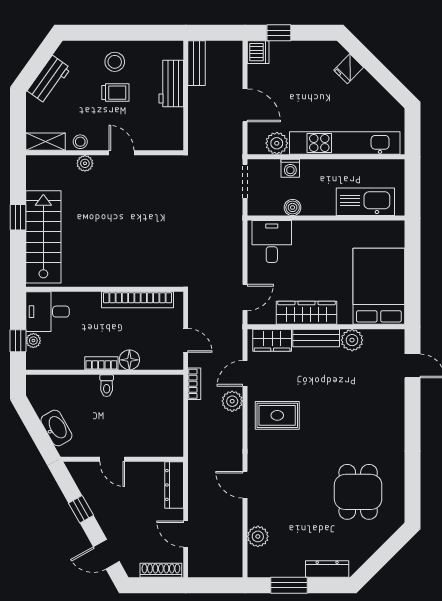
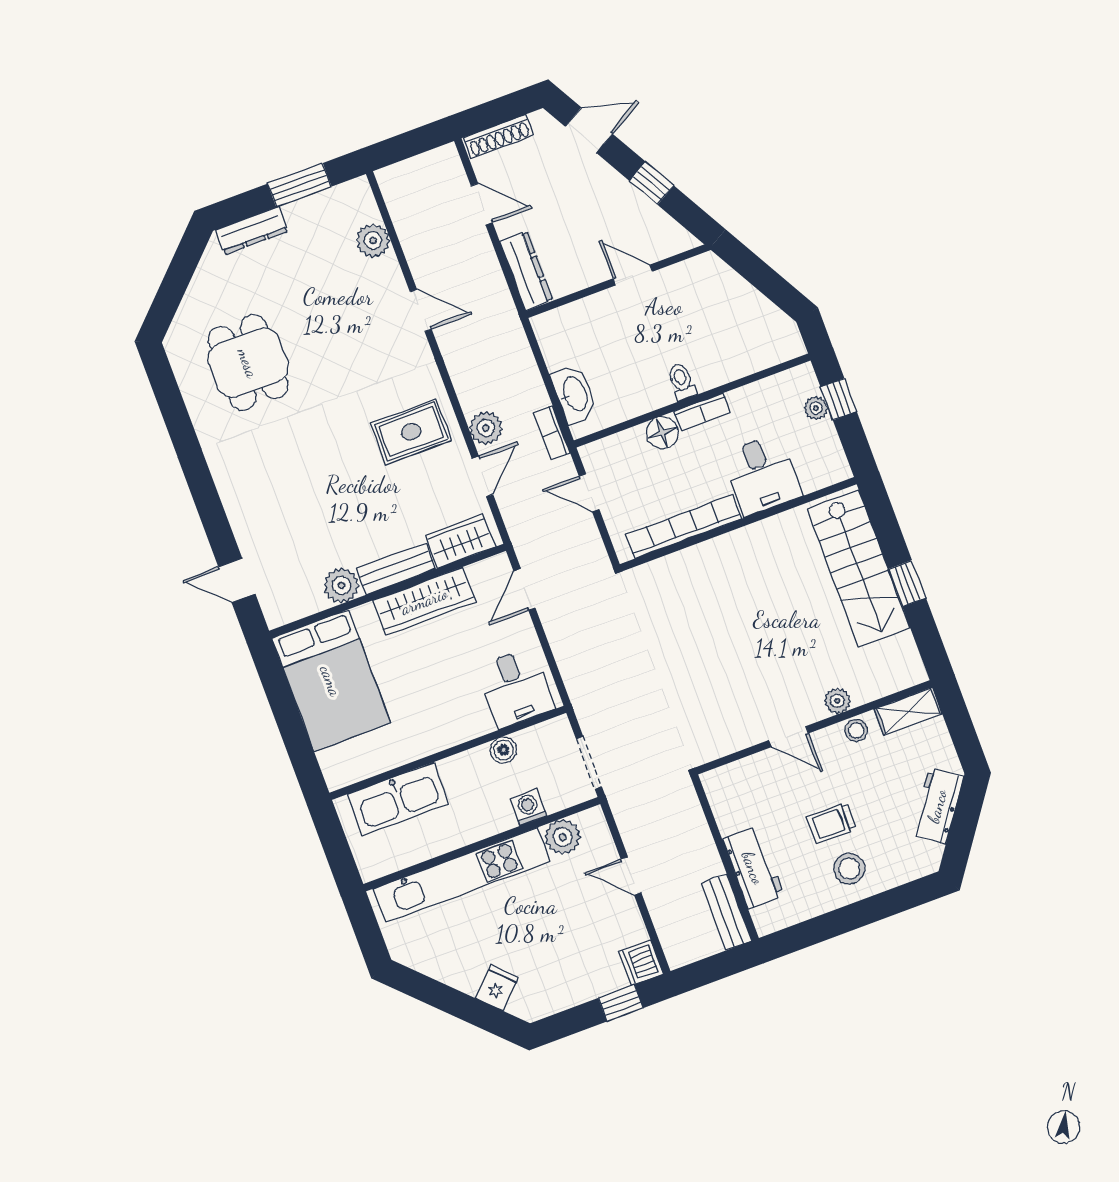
door: (245, 105) -> (631, 876), width x0.73
desk: (48, 312) -> (762, 475), moved, turned 90
washbasin: (56, 428) -> (574, 394), moved, turned -151

